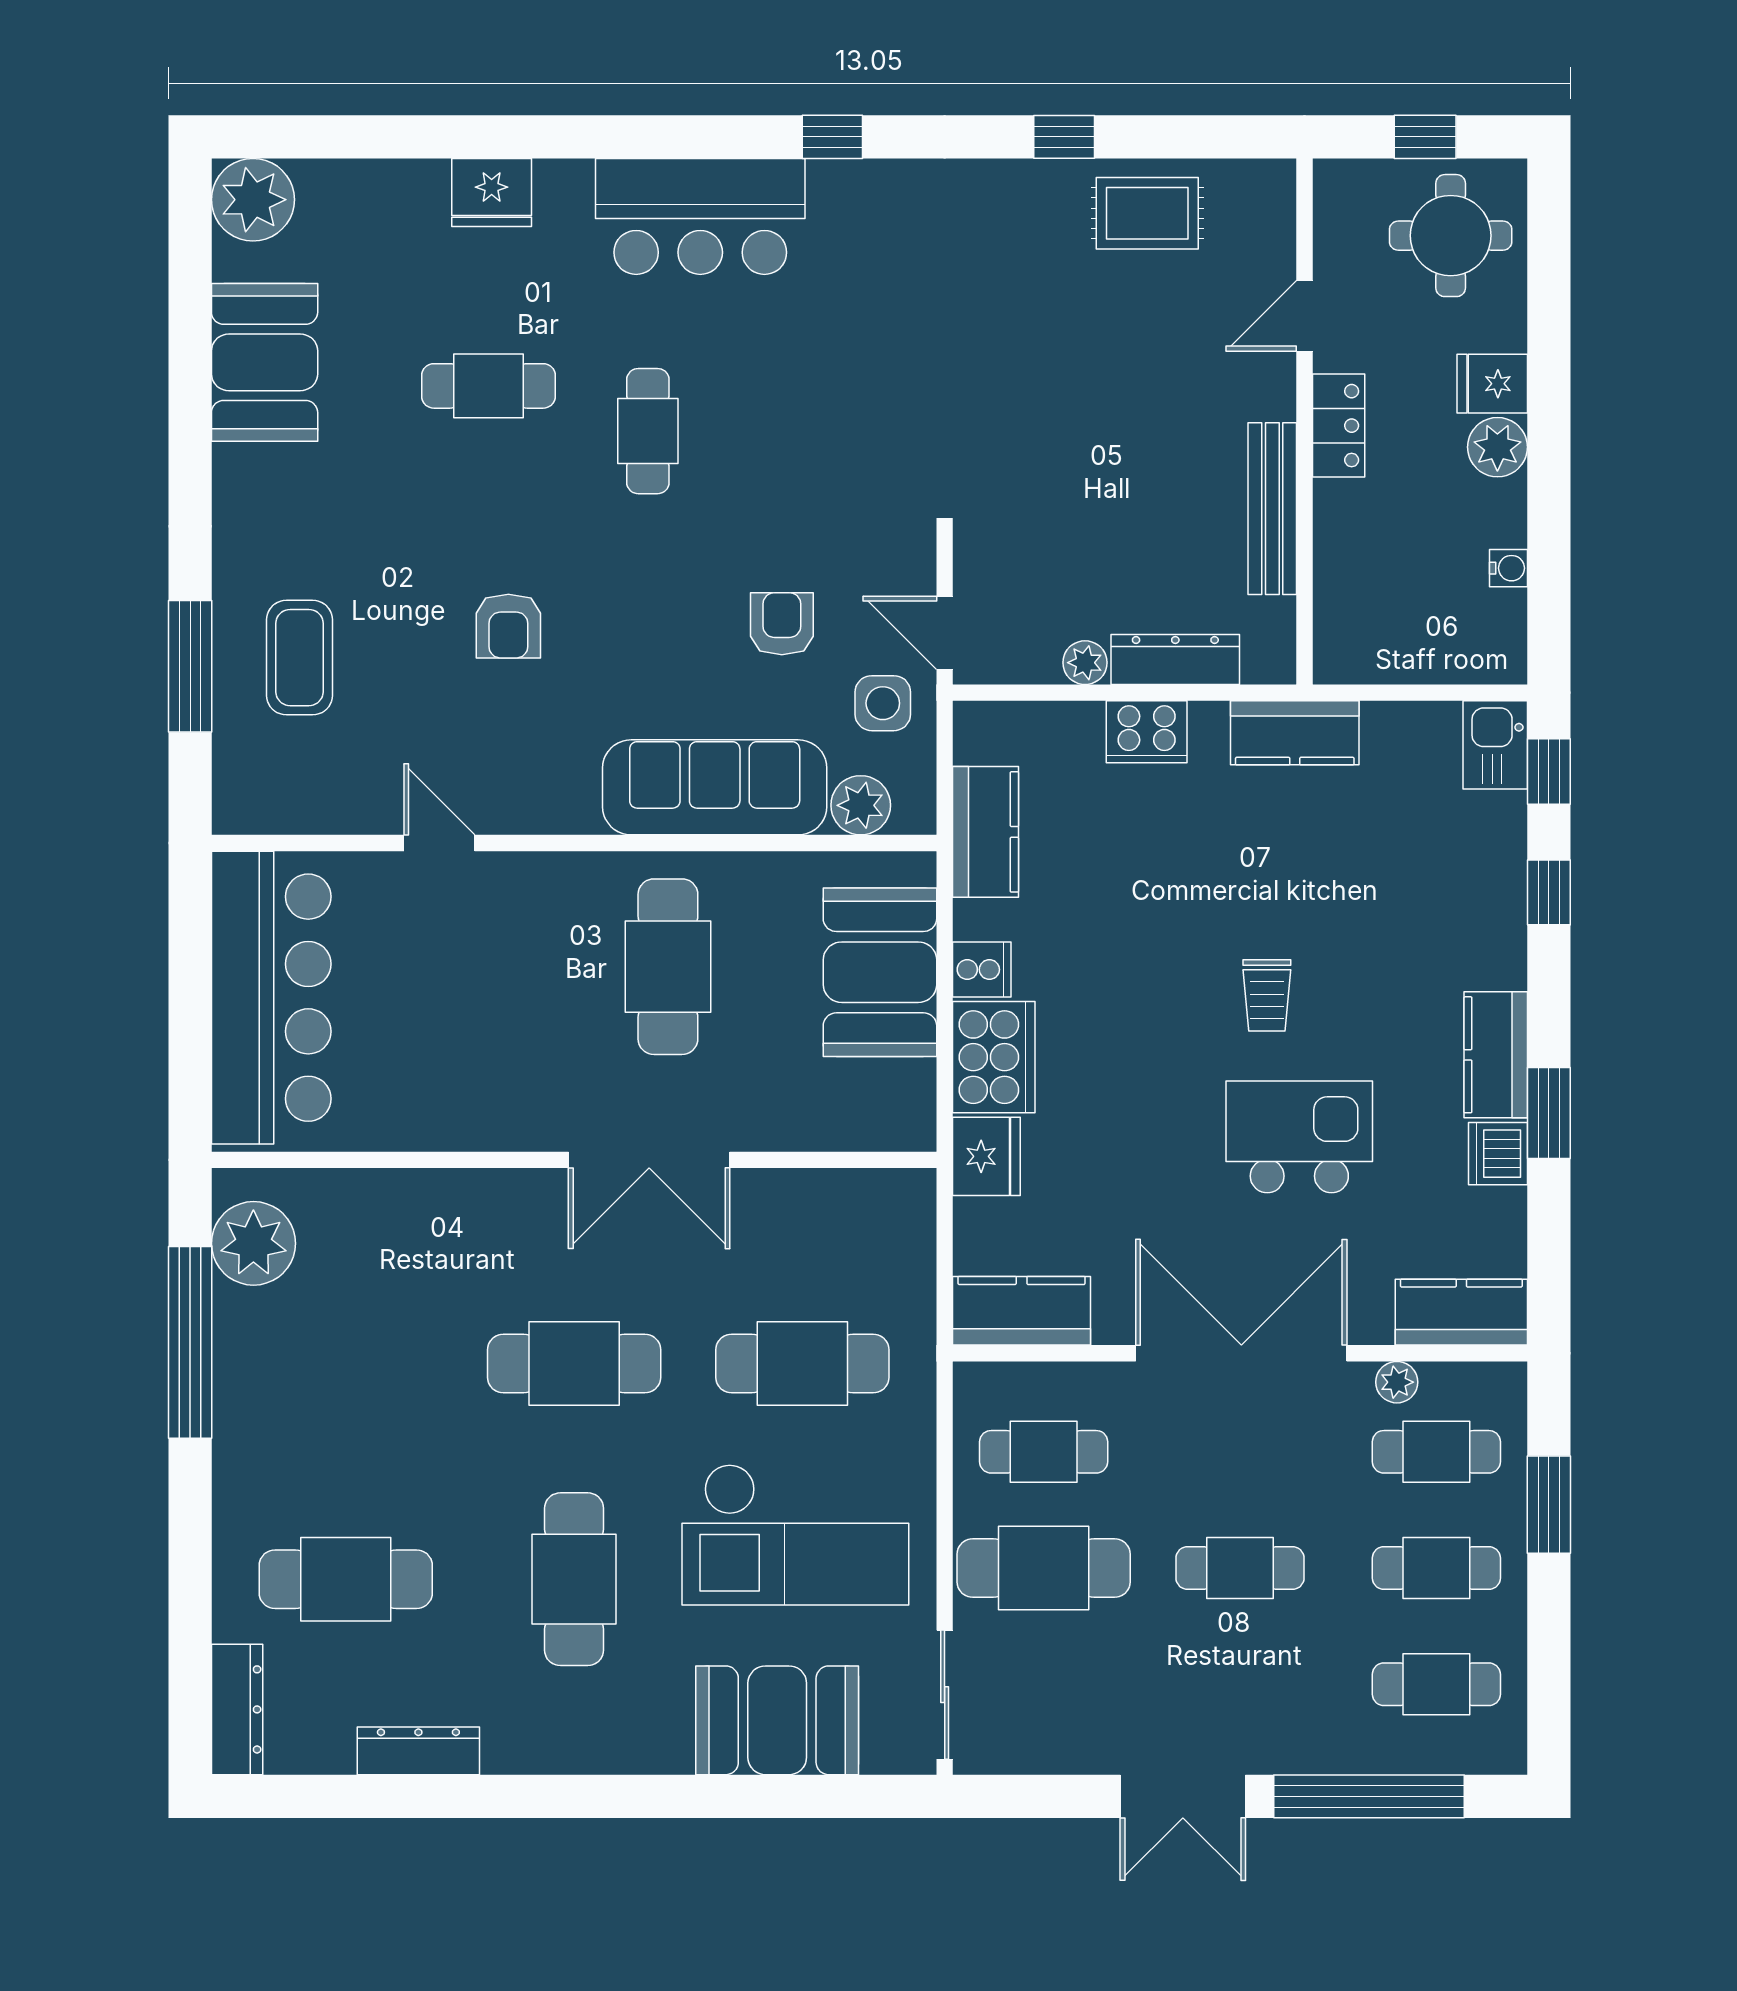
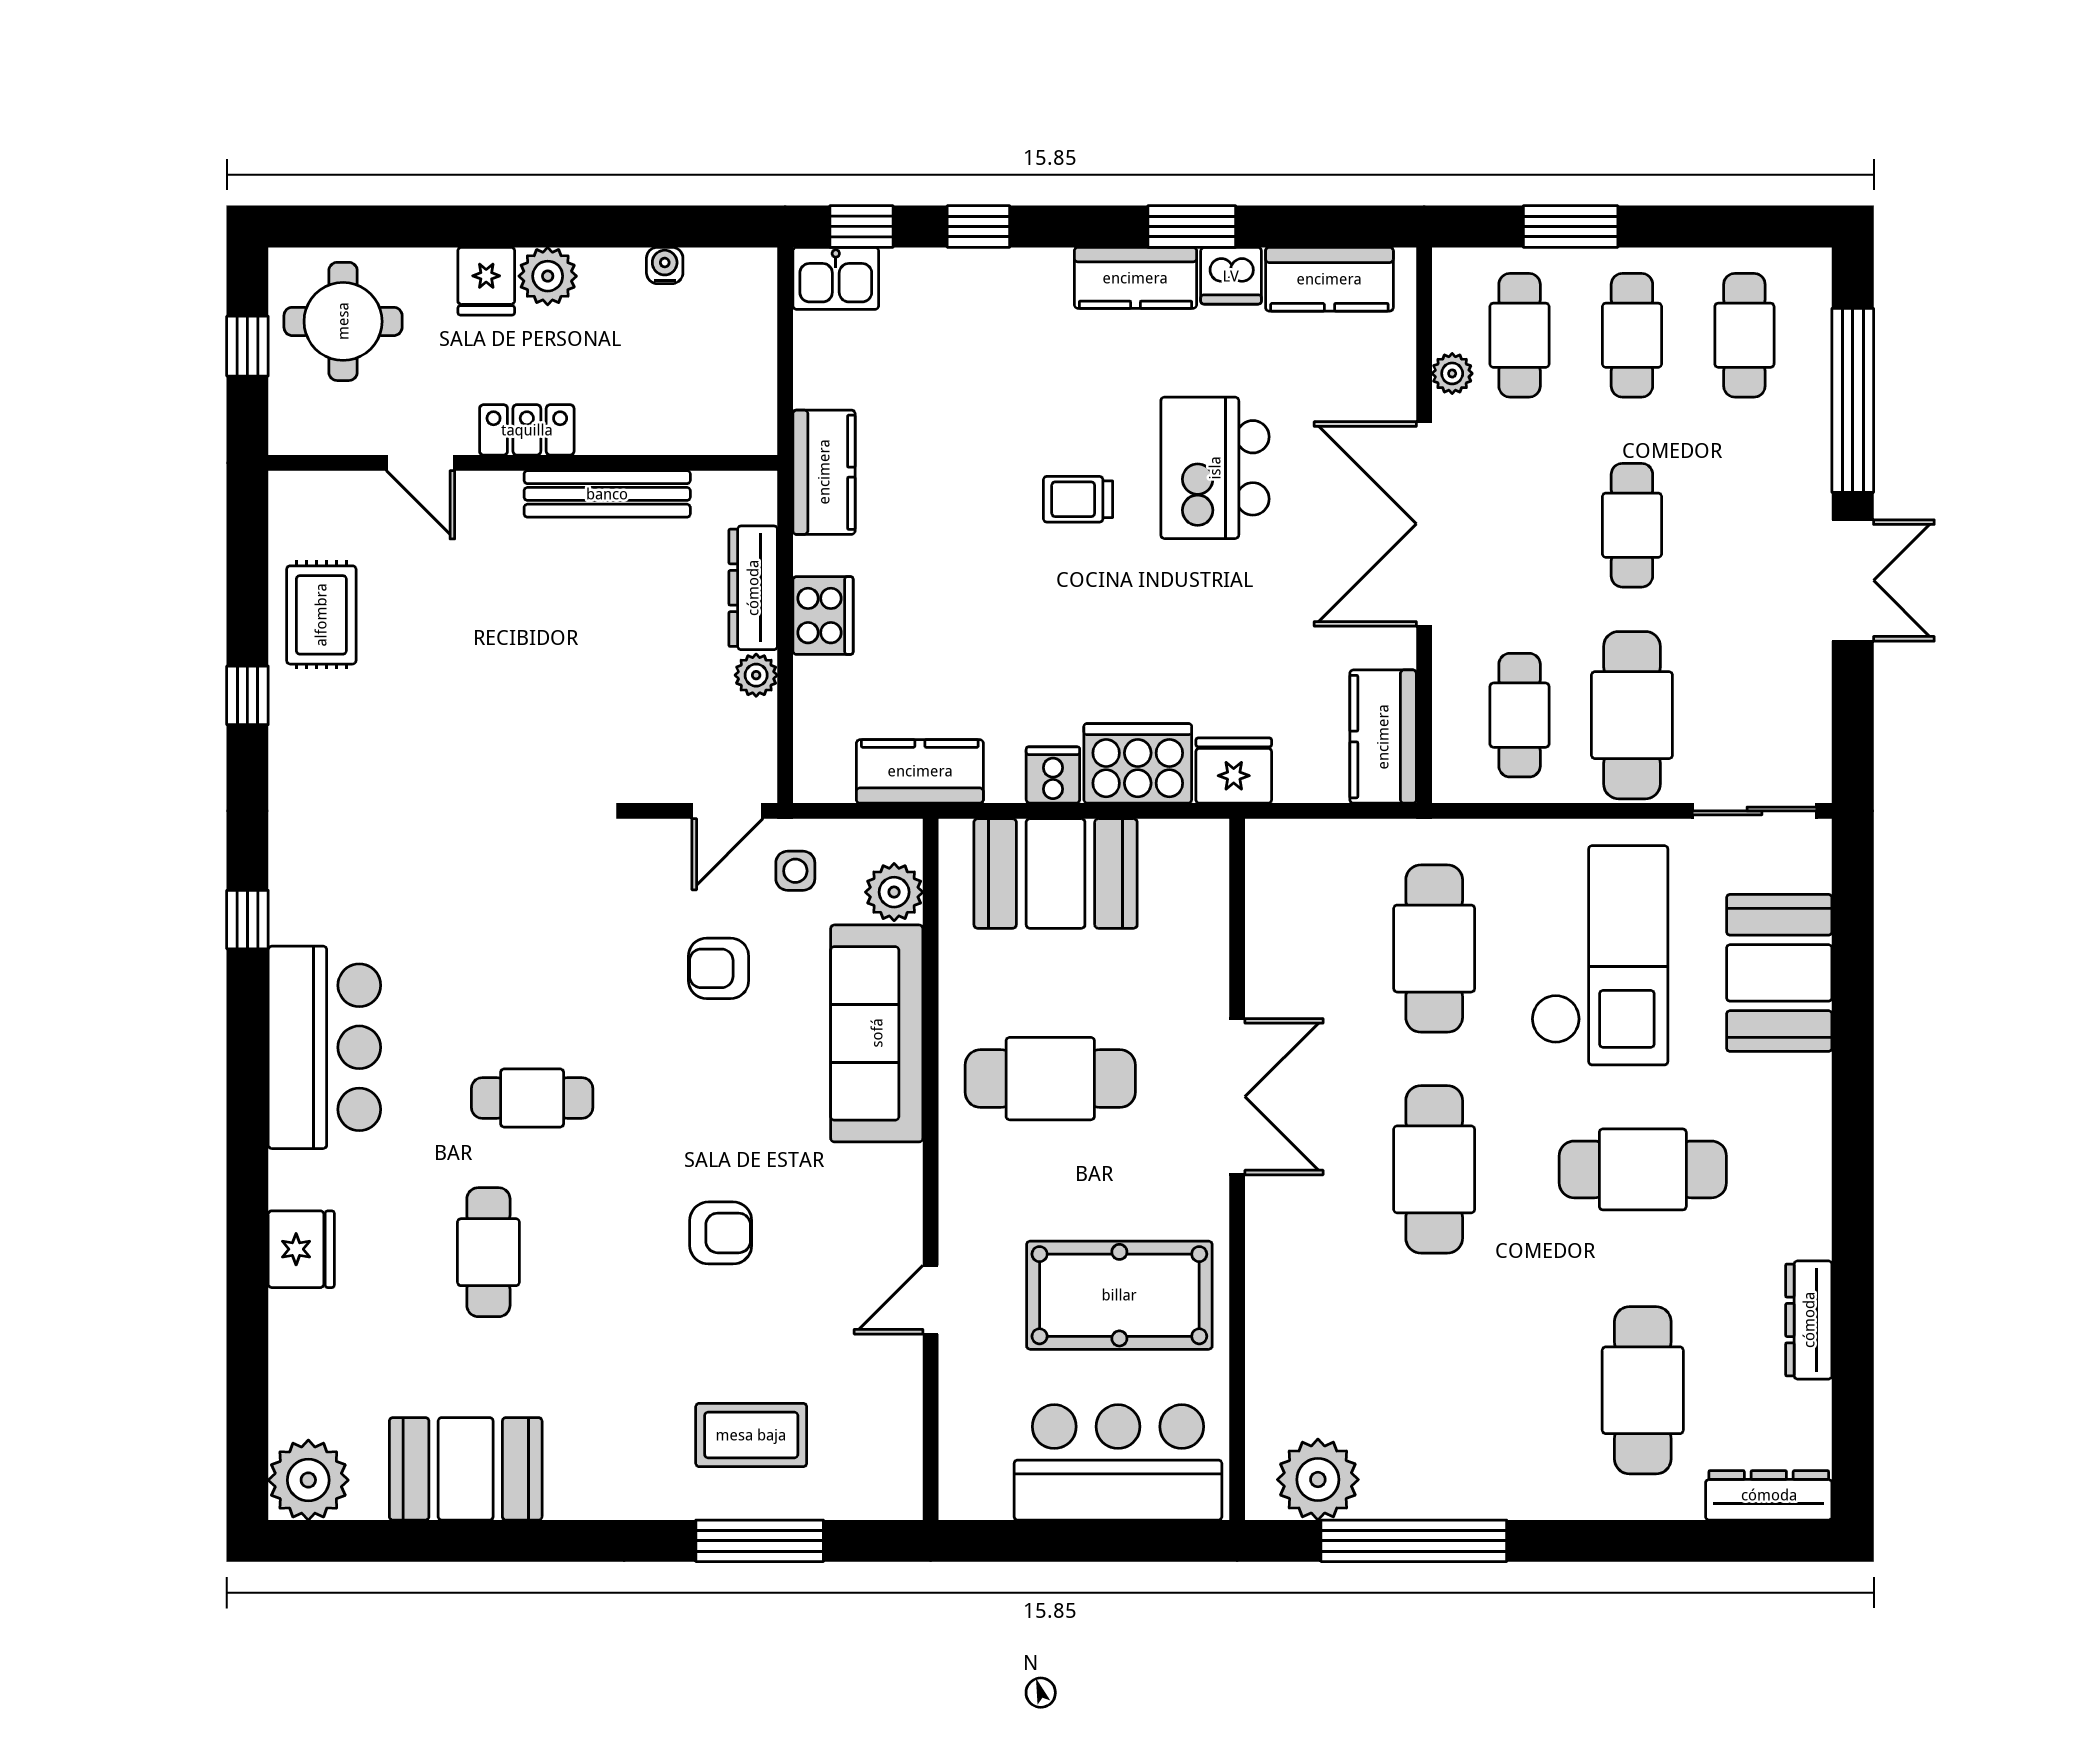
side table: (883, 703) -> (795, 871), width x0.73, depth x0.73
trolley: (1267, 995) -> (1078, 499), turned 180
bar counter: (271, 998) -> (1118, 1462), width x0.73
pool table: (444, 1038) -> (1119, 1295), added
kitchen counter: (1461, 1312) -> (1329, 279), moved, turned -90

